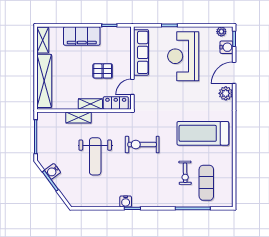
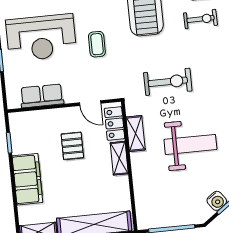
row of seats: (141, 52) -> (42, 96), width x0.68
coffee table: (174, 96) -> (97, 44), added
shelving: (78, 118) -> (136, 133), moved
exercise bike: (142, 145) -> (168, 82), turned -90

